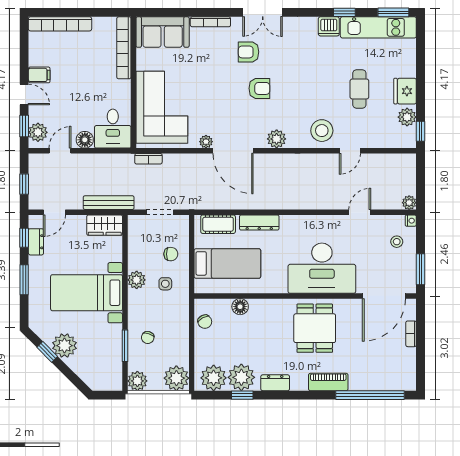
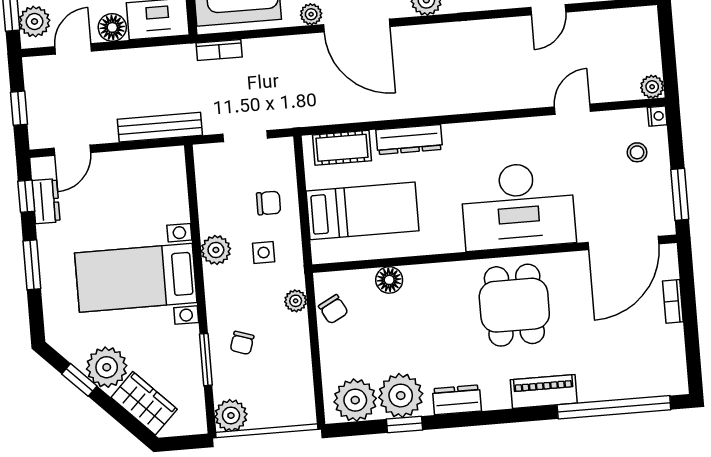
wardrobe: (105, 225) -> (144, 403), moved, turned -135
plant: (176, 378) -> (296, 301), moved, width x0.53, depth x0.53

